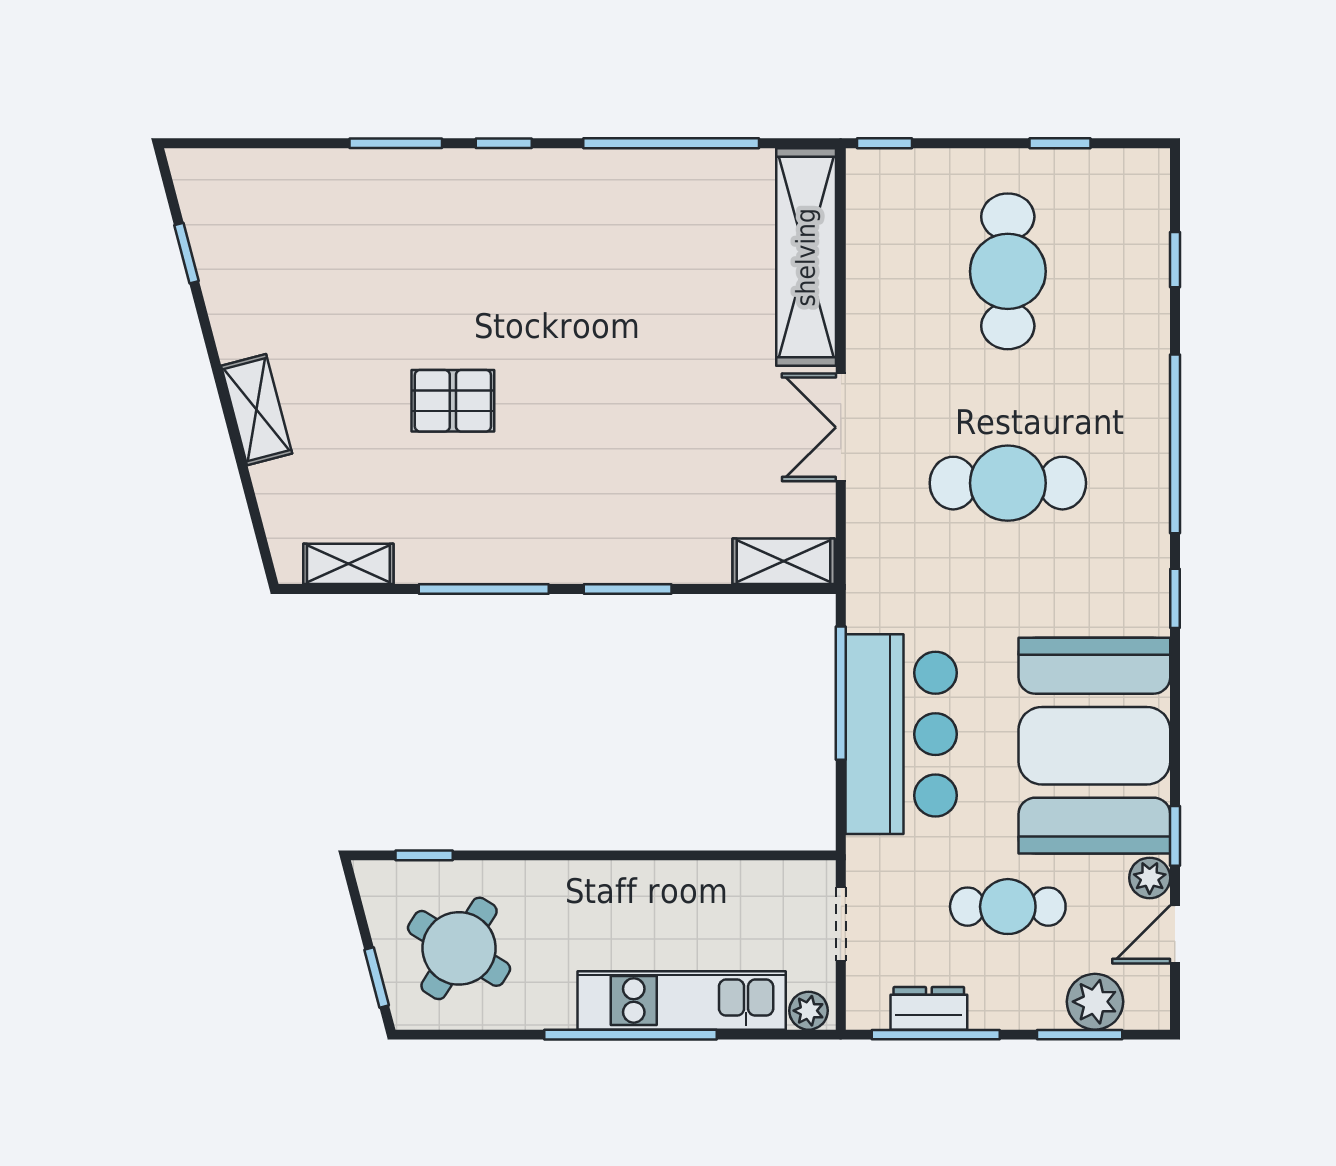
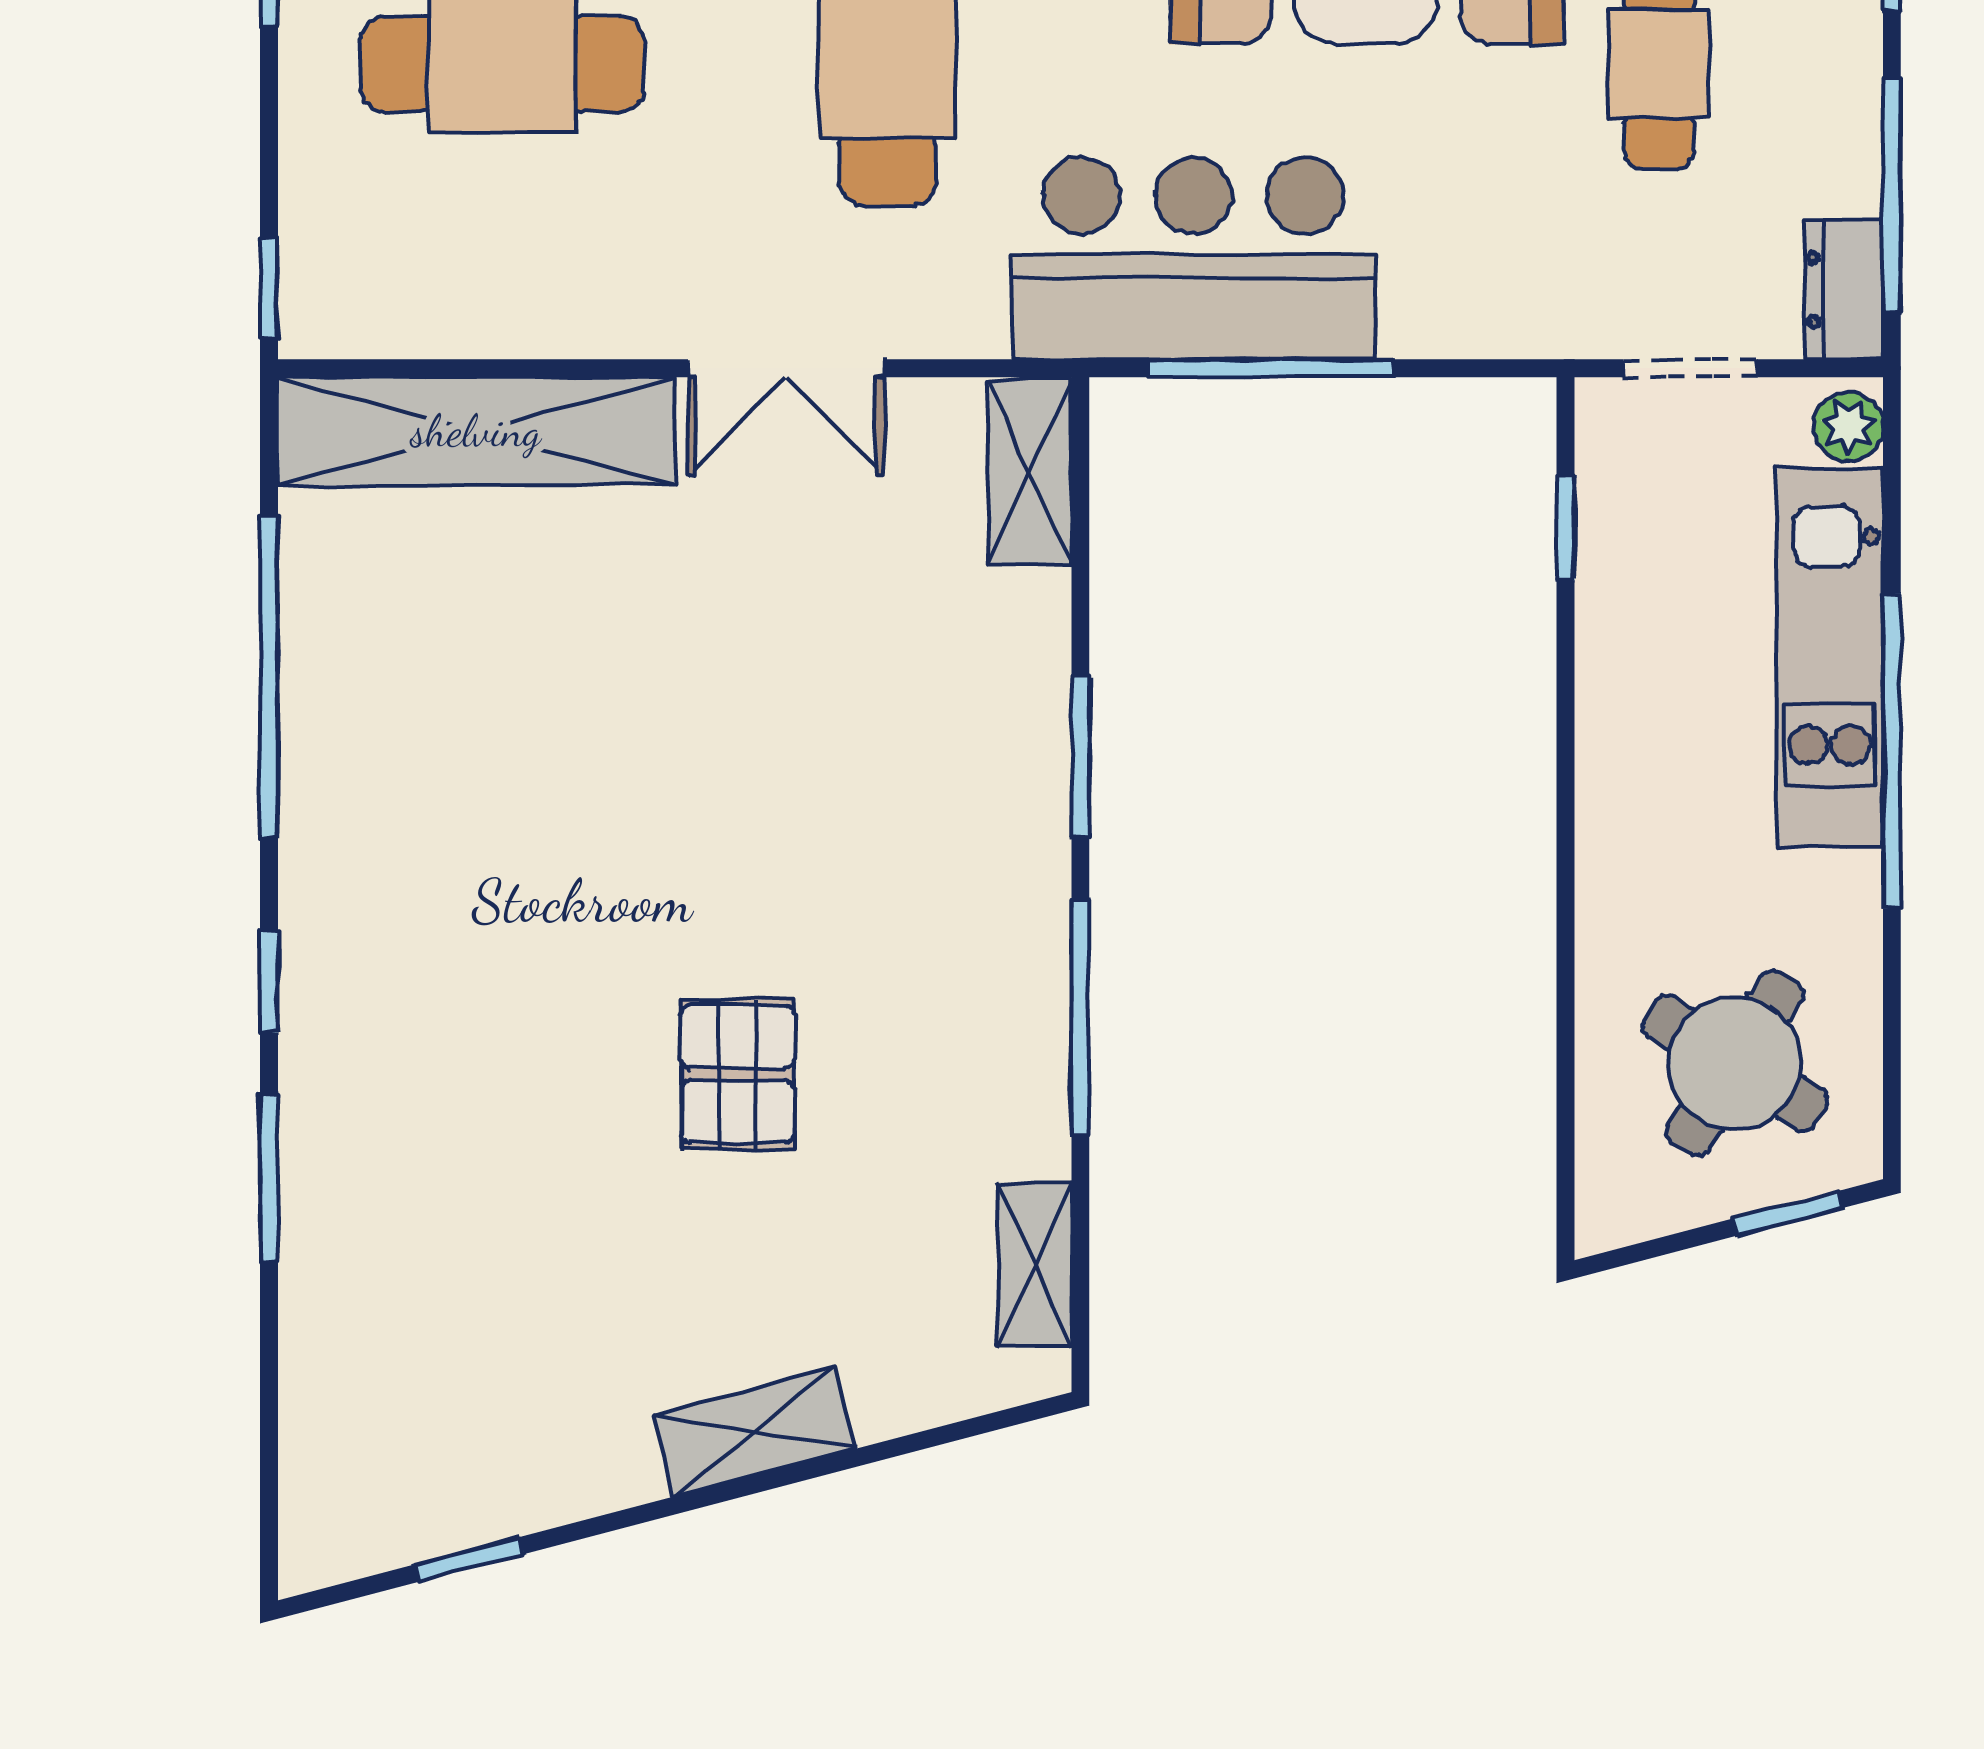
bar counter: (901, 734) -> (1193, 258), moved
window: (424, 855) -> (1566, 528), moved
dresser: (929, 1008) -> (1844, 290), moved

